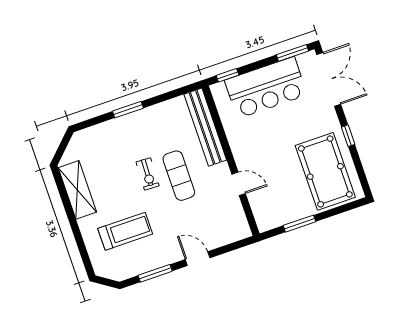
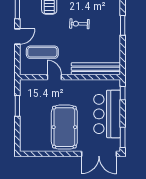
window: (348, 136) -> (61, 154), removed
pool table: (325, 171) -> (64, 127), moved, turned 90
exercise mat: (179, 176) -> (42, 52), moved
door: (239, 184) -> (54, 77), swing flipped

